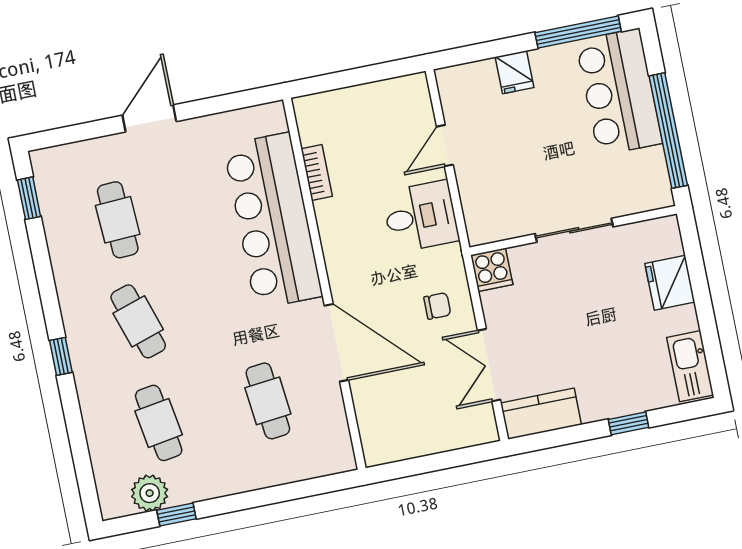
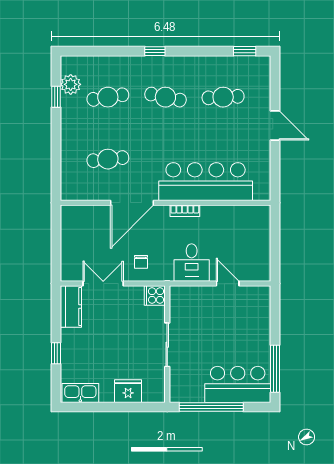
fridge: (515, 72) -> (260, 330), removed
bookcase: (317, 173) -> (185, 211), moved
cafe table: (138, 321) -> (165, 97), turned 30

